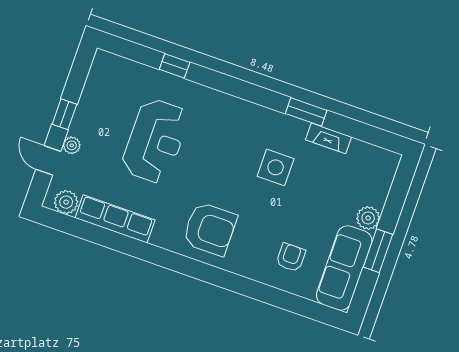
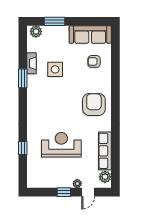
side table: (276, 167) -> (55, 69), moved
plant: (368, 218) -> (36, 31), moved
window: (378, 251) -> (55, 21), moved

